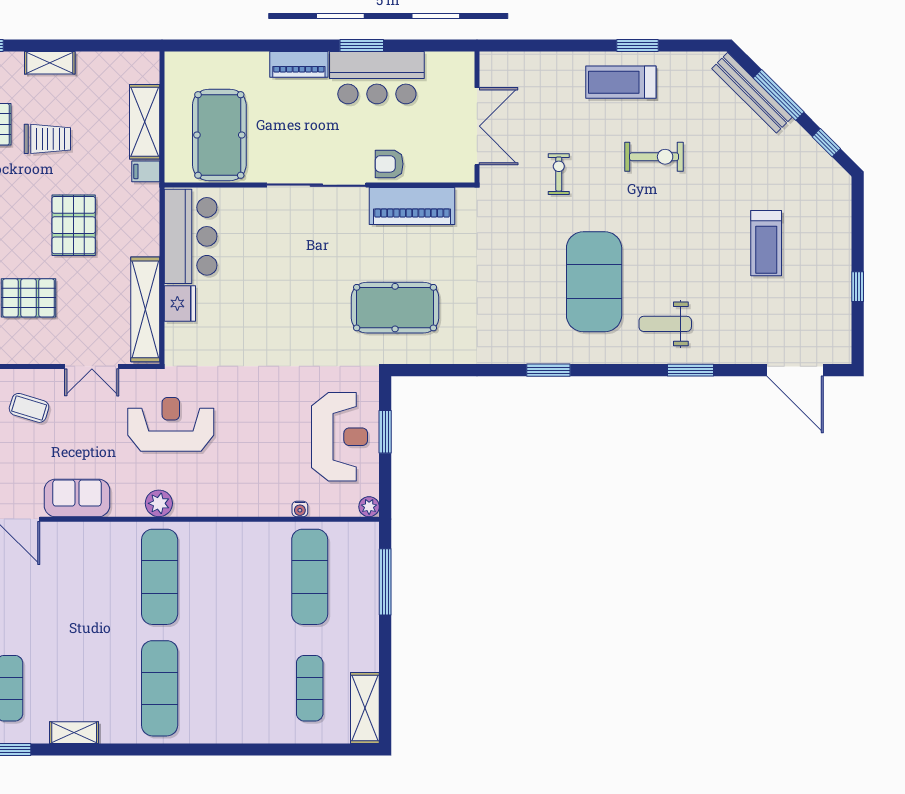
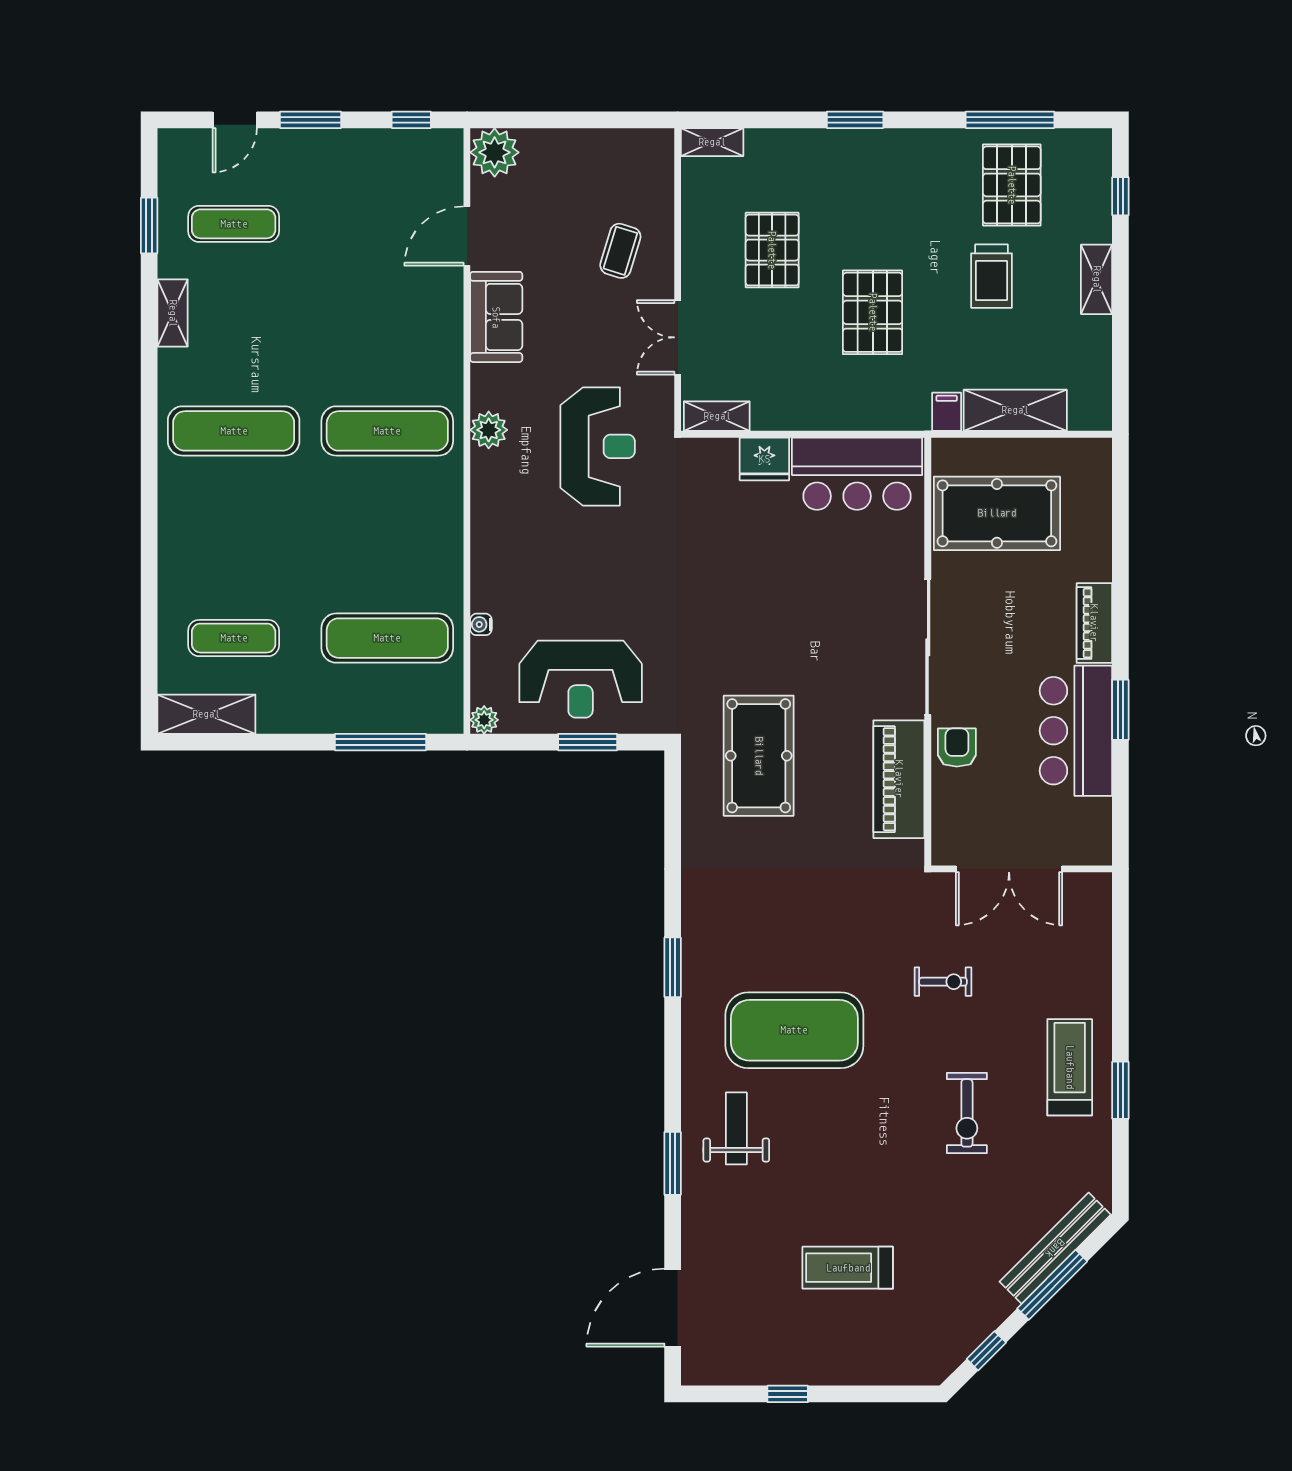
pallet: (74, 225) -> (873, 312), turned 90
shelving: (145, 309) -> (717, 416), width x0.45, depth x0.75

